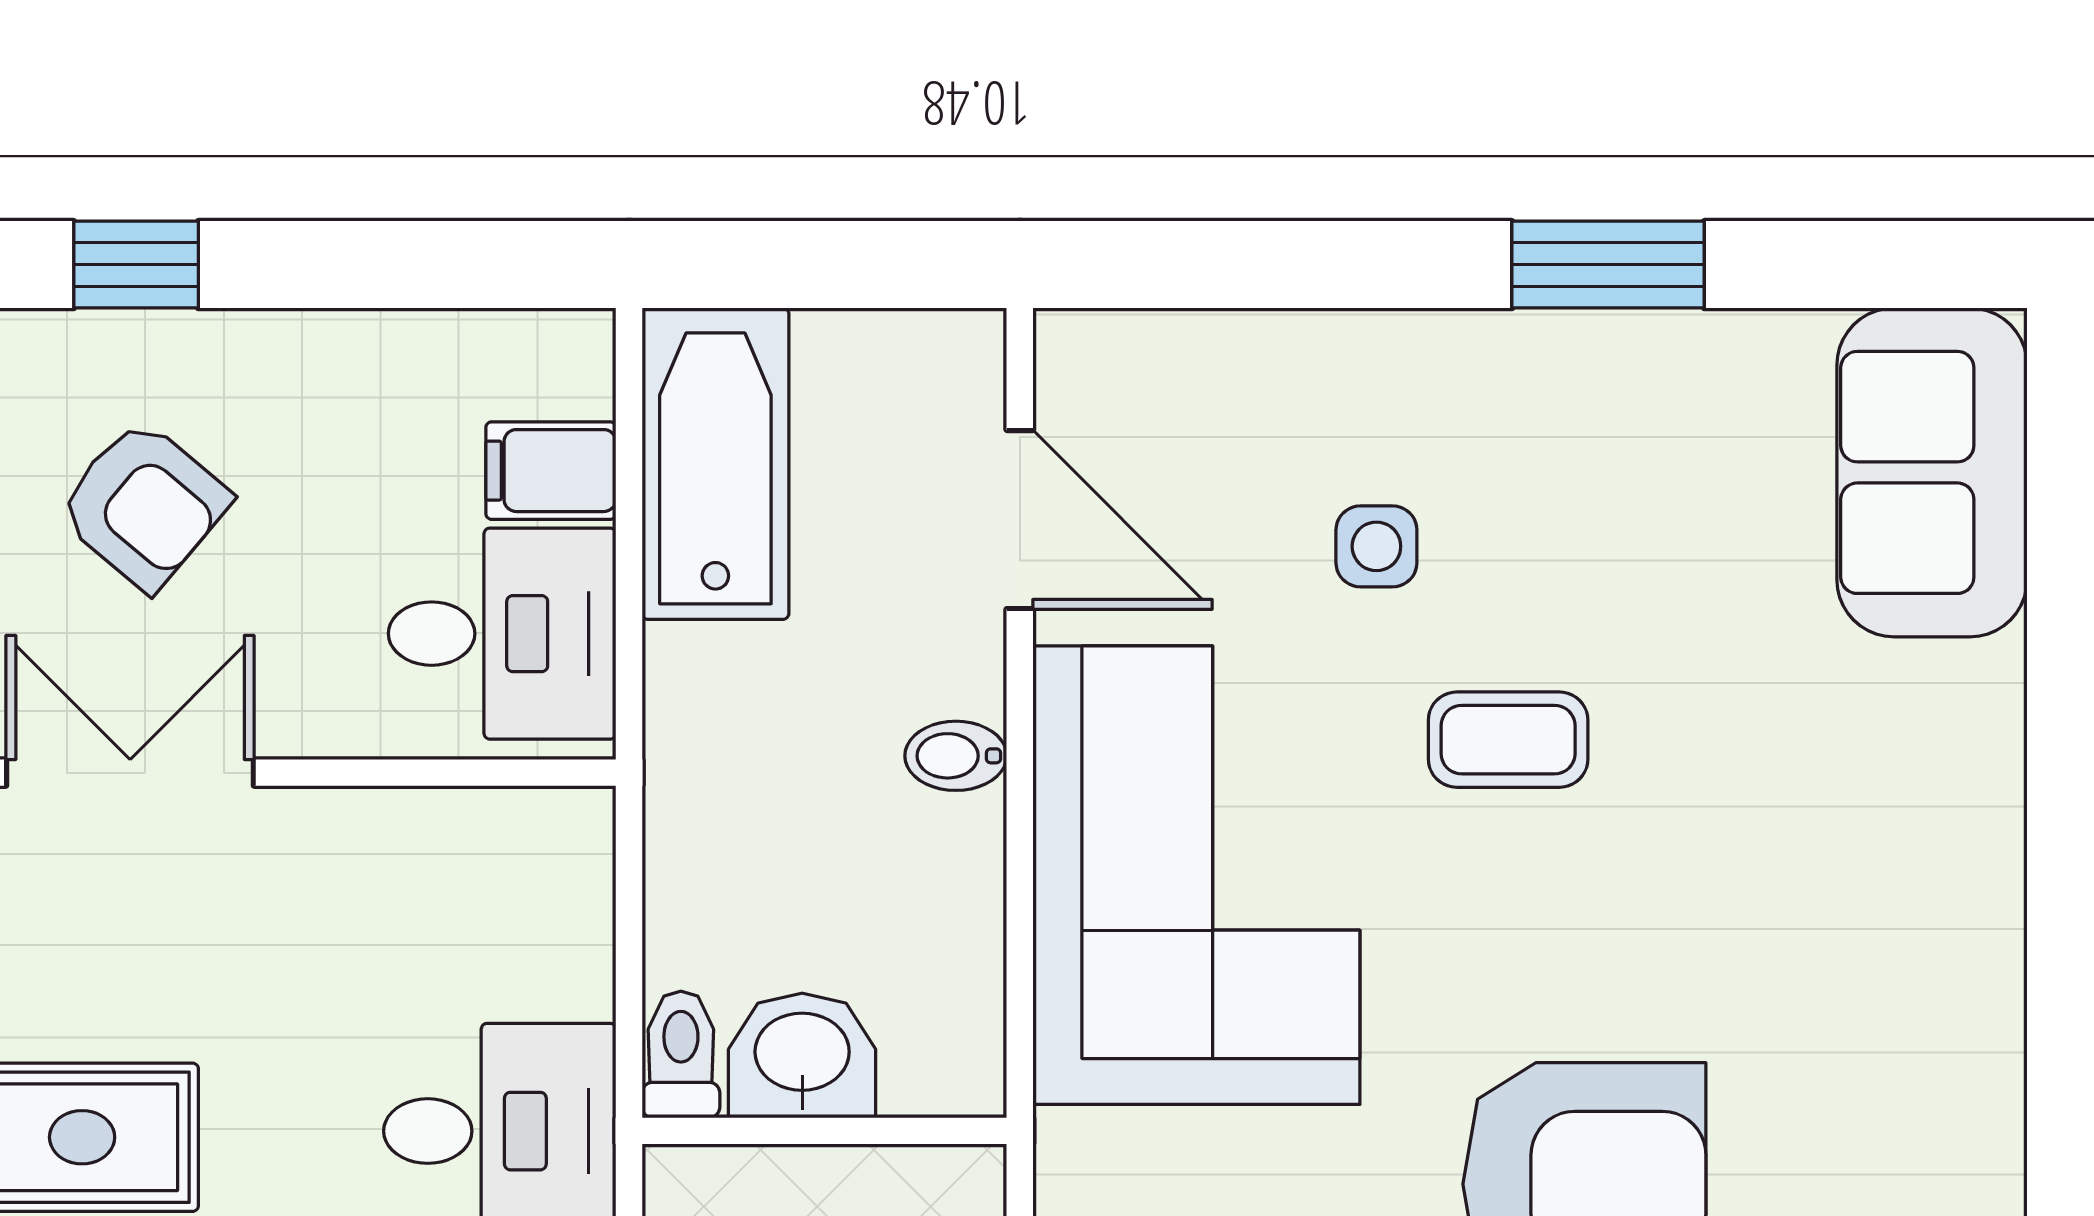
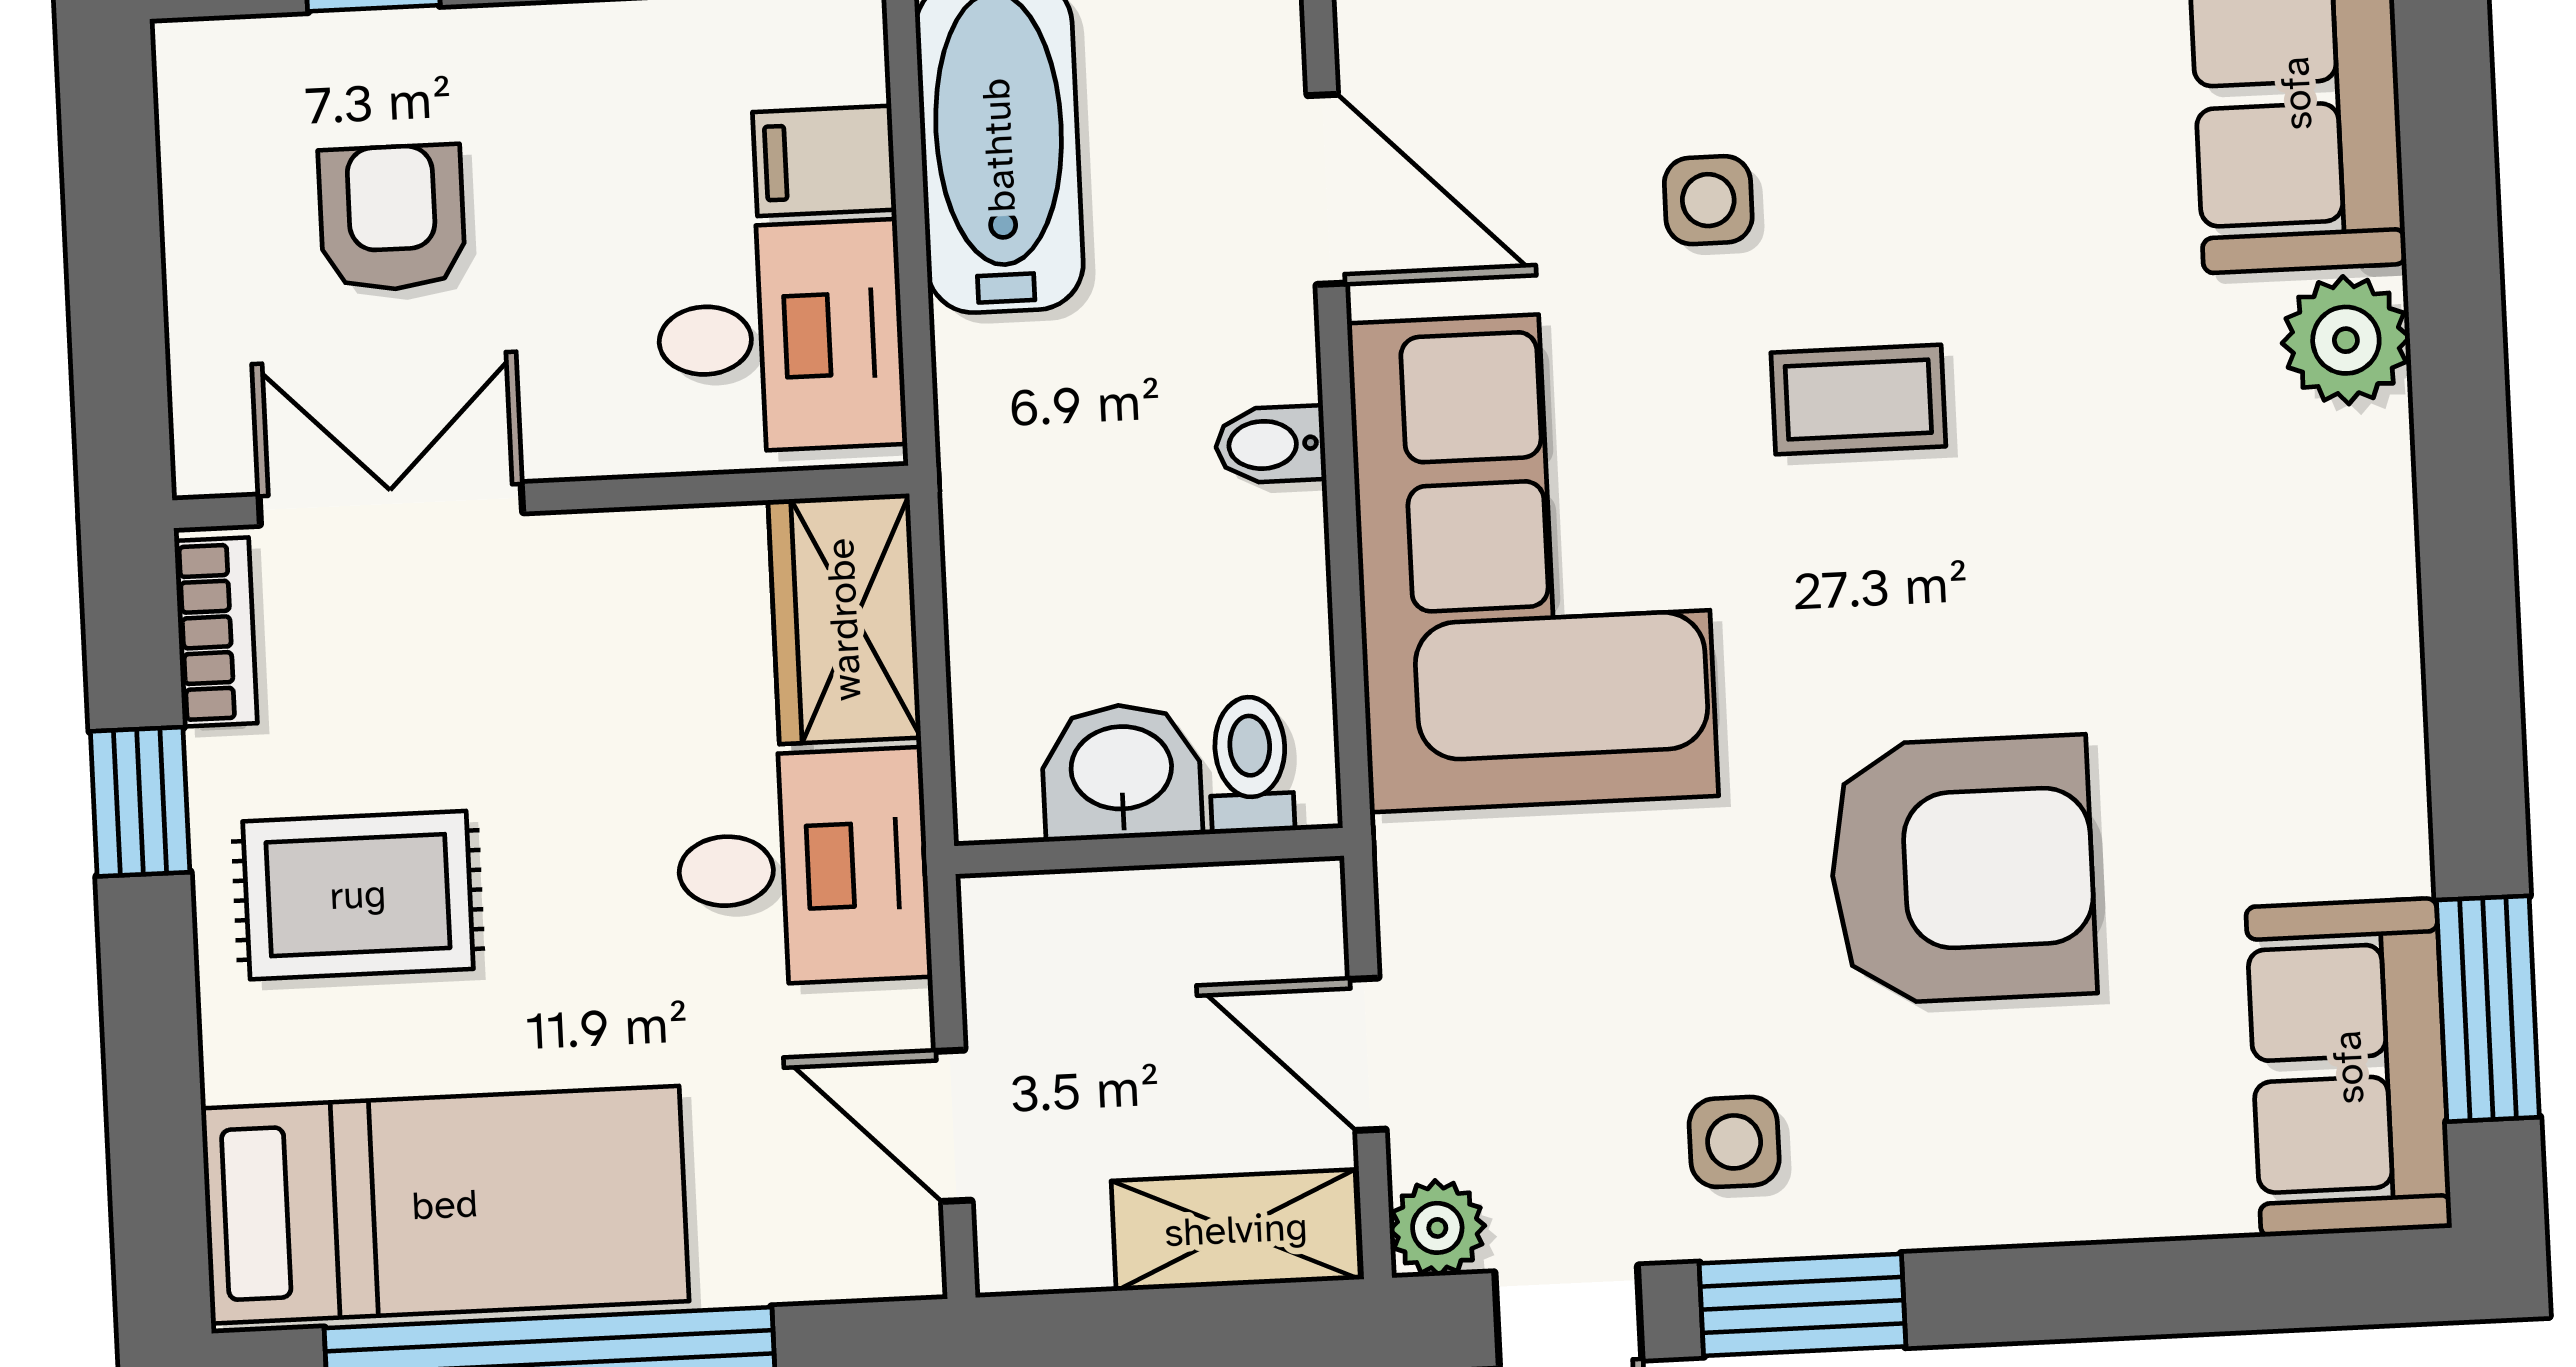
armchair: (144, 505) -> (392, 218), turned -130
plant: (1967, 706) -> (2346, 340), added
wardrobe: (550, 900) -> (844, 619), added
toilet: (681, 1054) -> (1251, 765), moved

